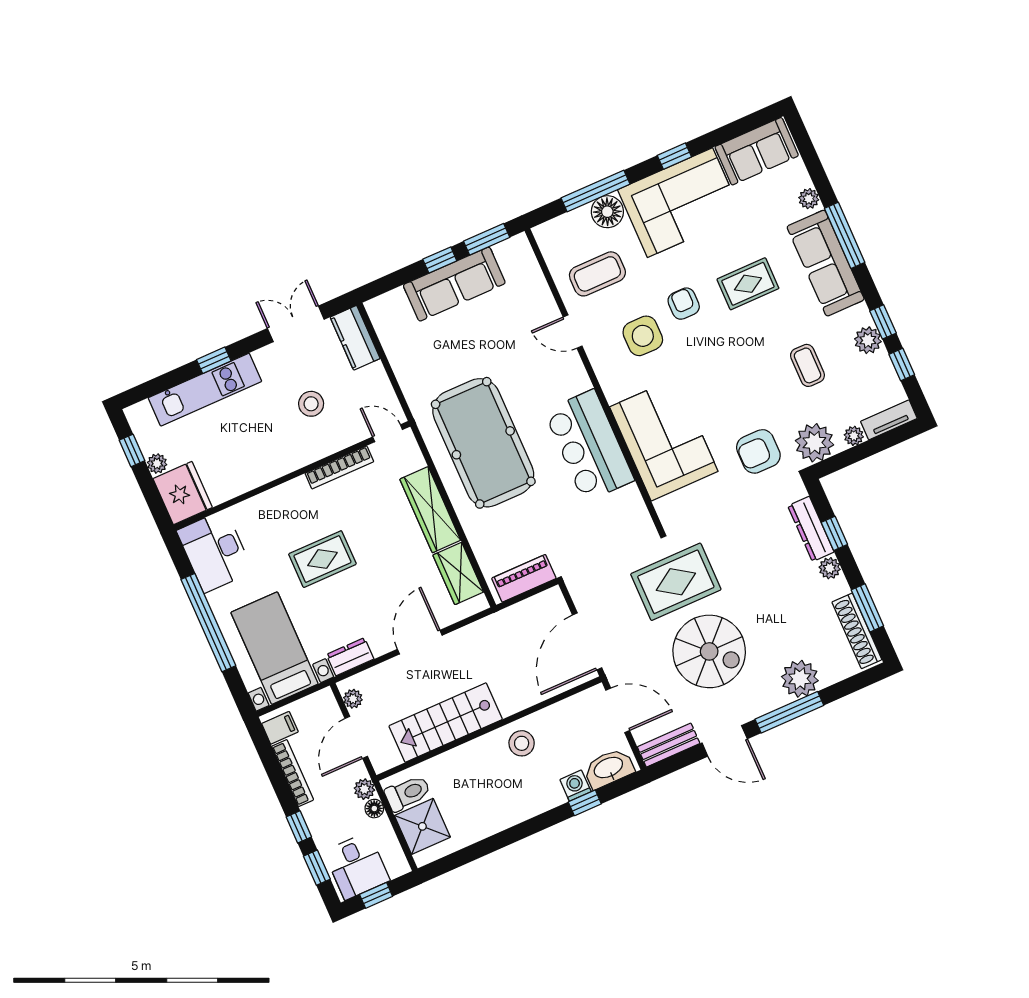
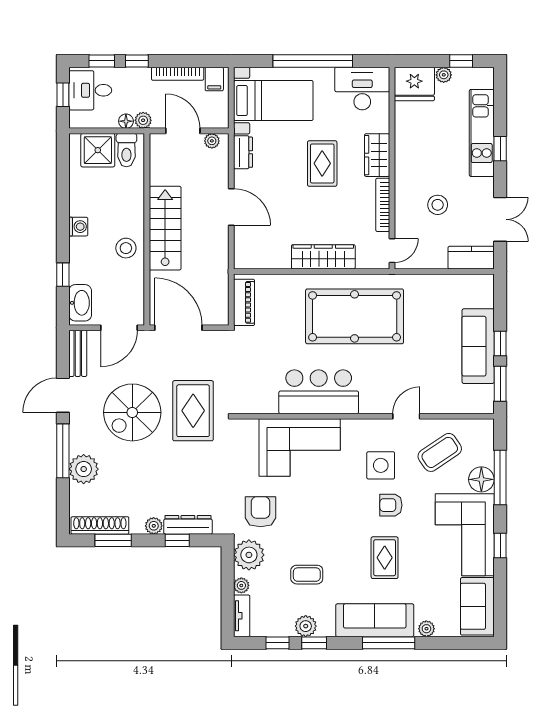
coffee table: (597, 274) -> (440, 452), turned 56
armchair: (684, 304) -> (391, 505), turned 180
wardrobe: (458, 573) -> (377, 155), moved, turned -90
stairs: (446, 723) -> (165, 228), moved
washing machine: (575, 786) -> (78, 227), moved

